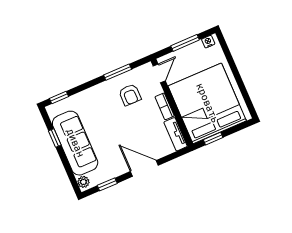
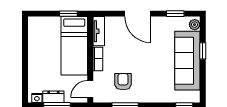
dresser: (192, 50) -> (53, 97), added
bed: (207, 103) -> (74, 46), width x0.49
window: (55, 138) -> (203, 51), moved

